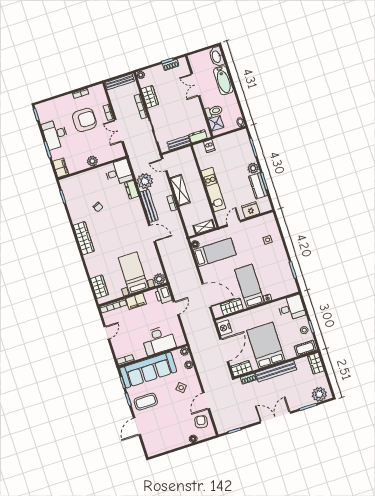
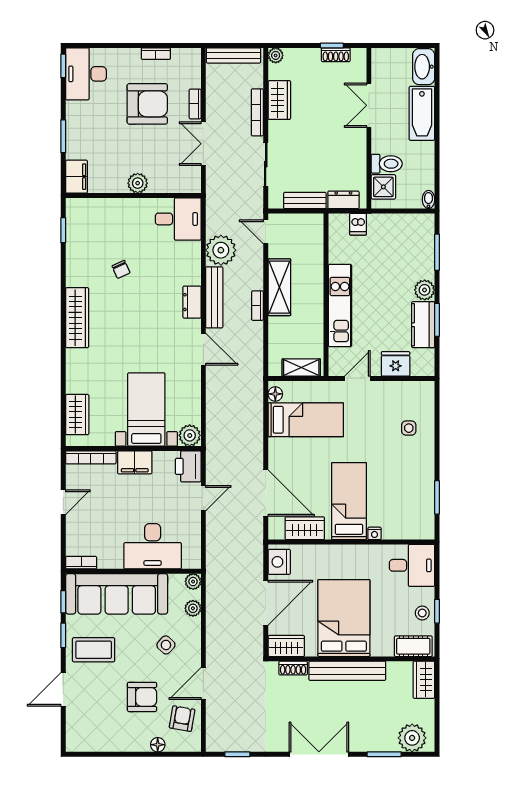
desk: (55, 134) -> (86, 74), moved
dresser: (132, 190) -> (192, 302), moved
armchair: (178, 417) -> (142, 697), added

